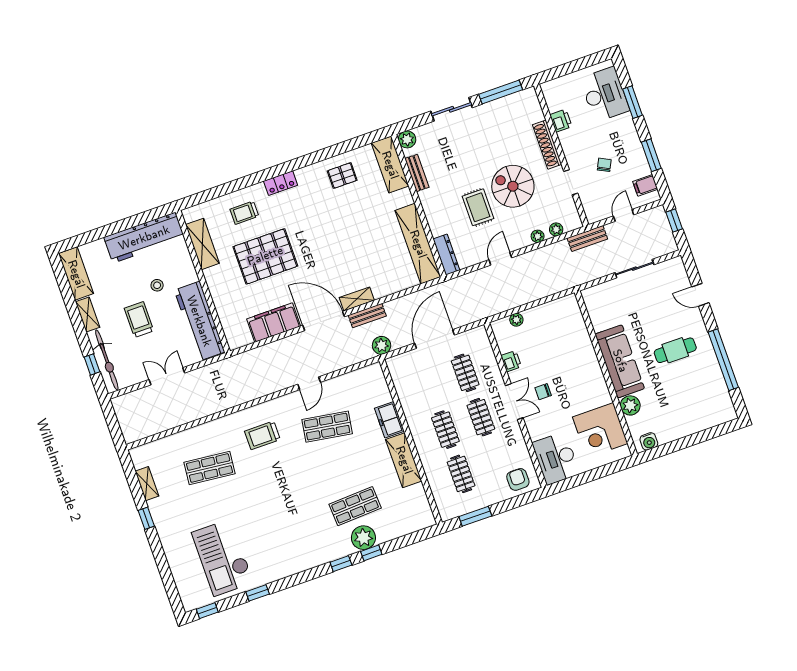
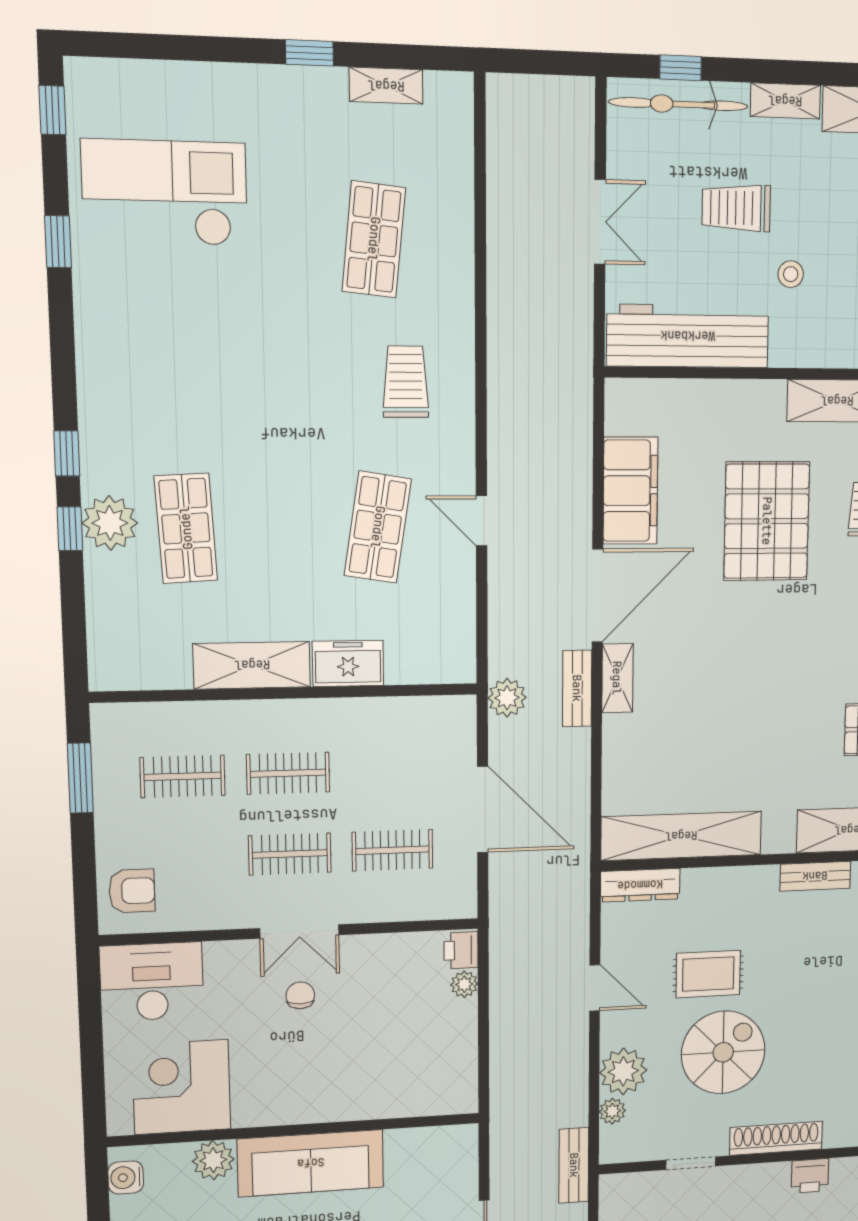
plant: (538, 236) -> (623, 1071), width x1.88, depth x1.88
trolley: (139, 320) -> (736, 208), turned 180
printer: (511, 361) -> (461, 950), moved, turned 90

